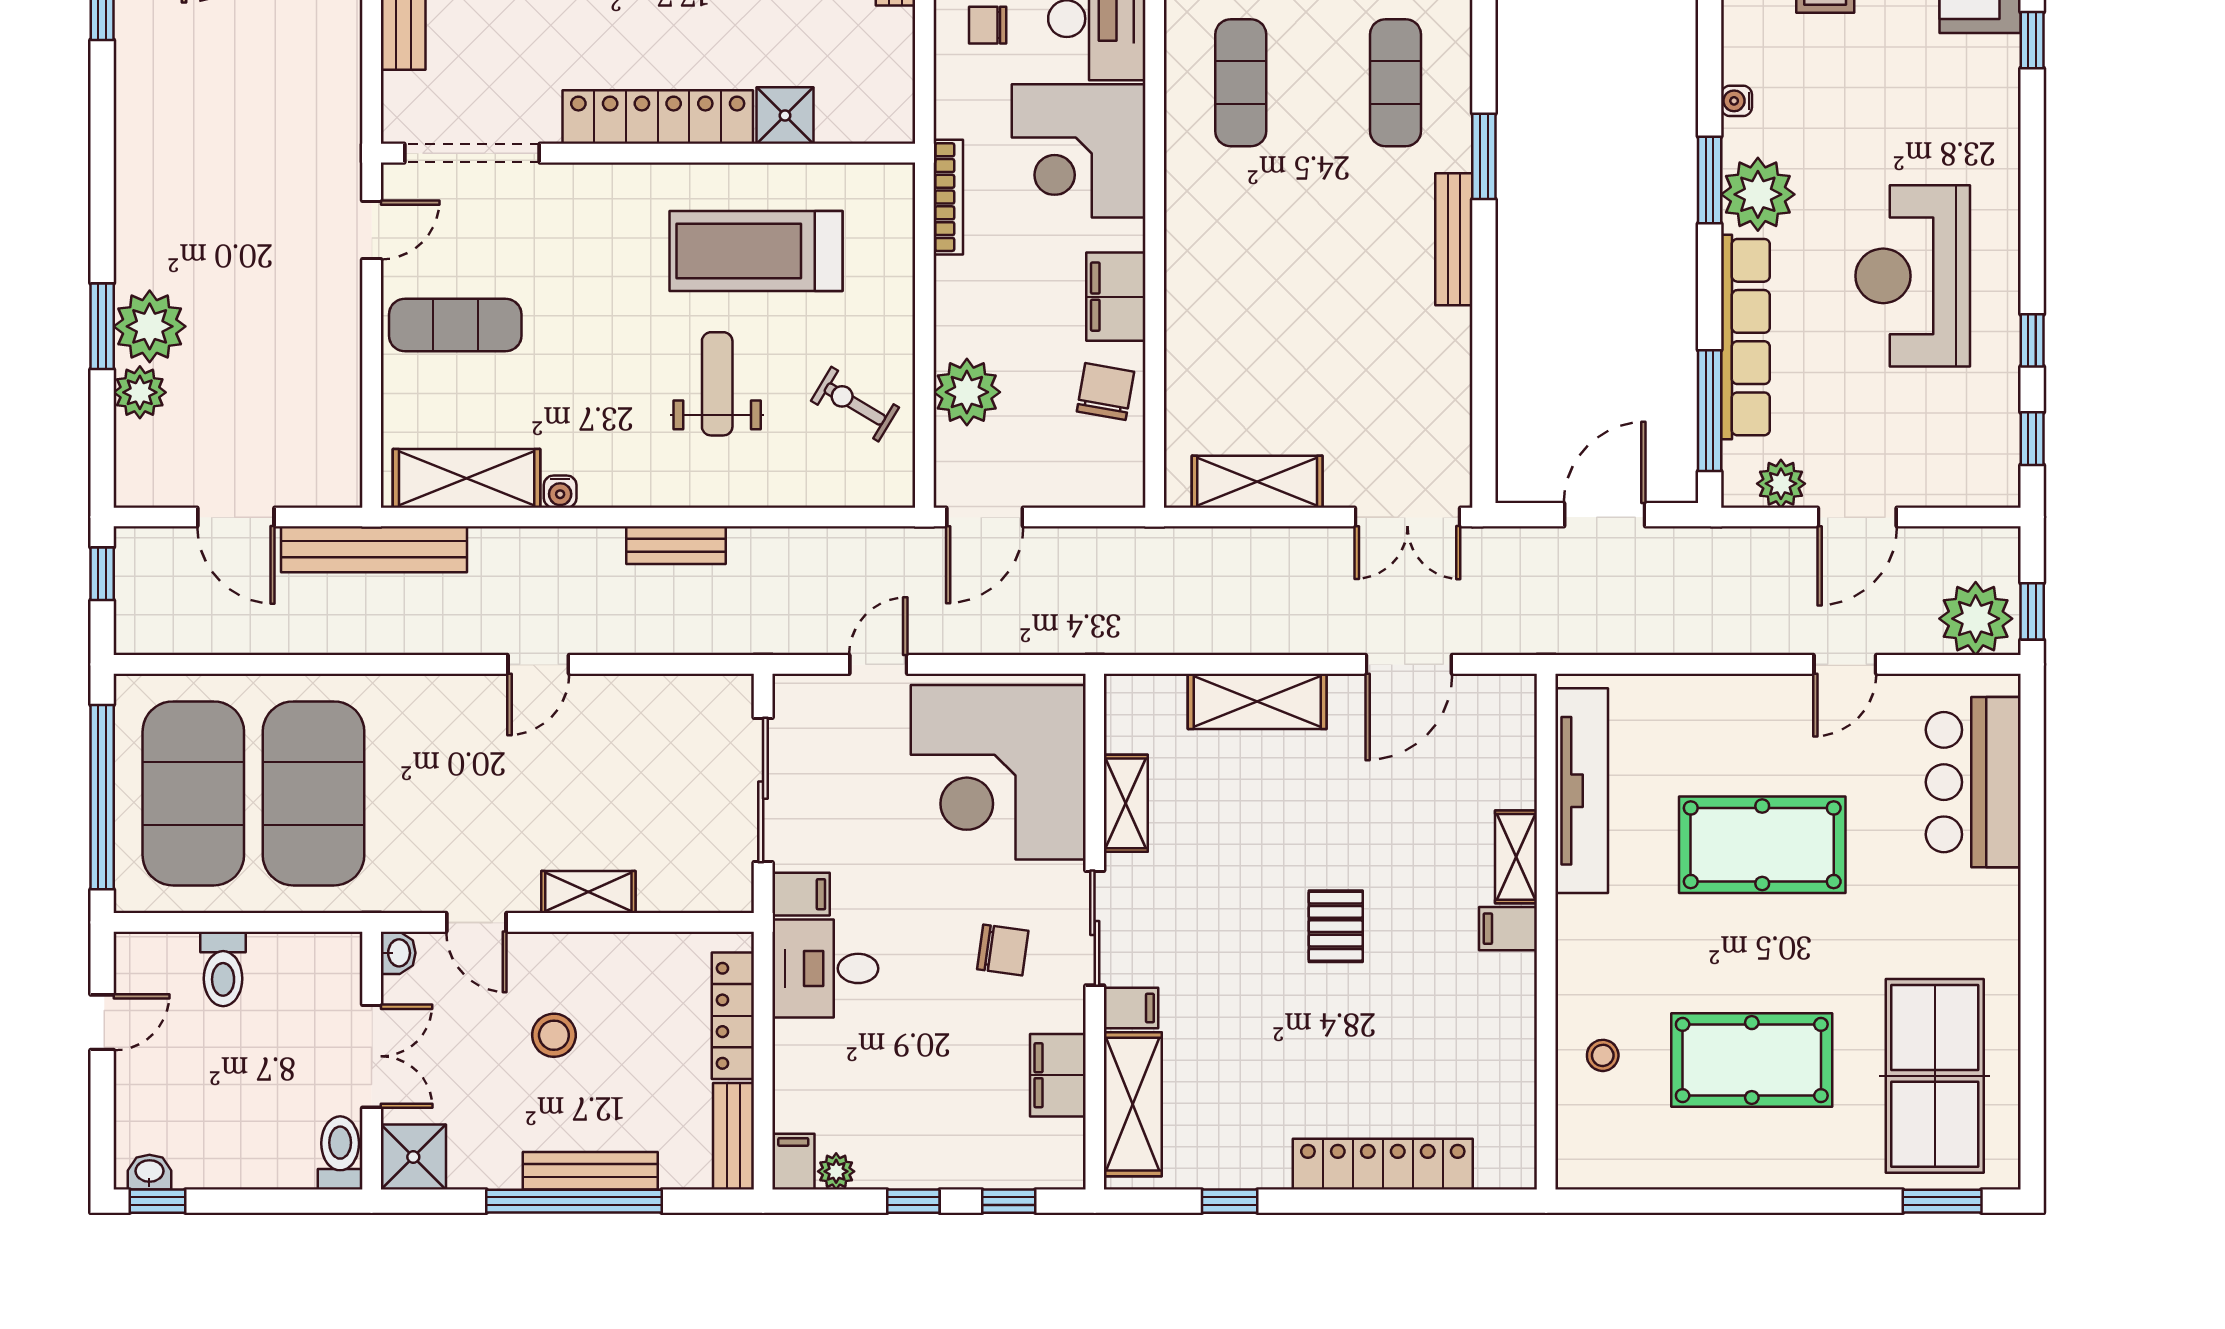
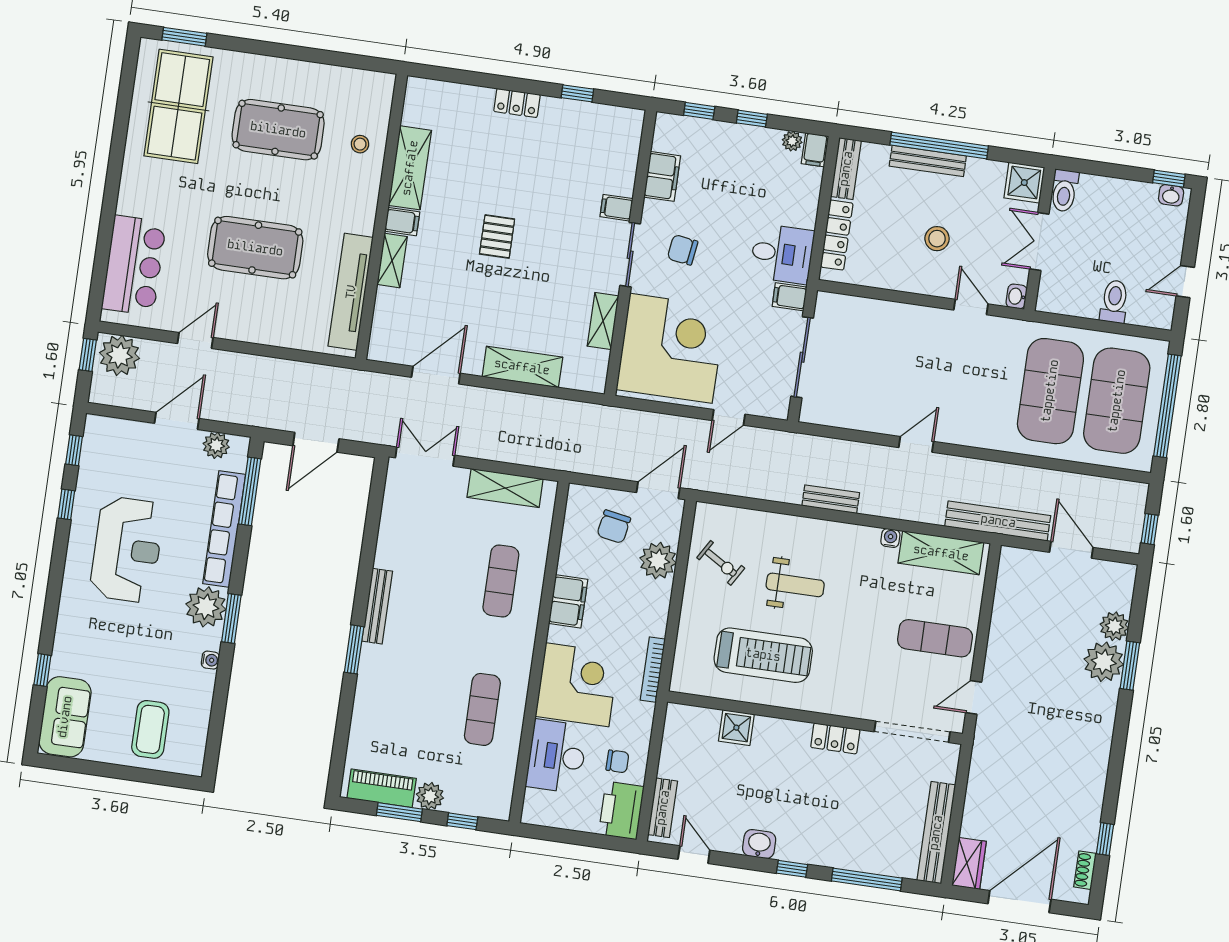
exercise mat: (1396, 83) -> (501, 581), moved
locker: (658, 117) -> (835, 738), width x0.46, depth x0.83
weight bench: (717, 384) -> (795, 585), turned -90
chair: (1105, 392) -> (614, 527), moved
shelving: (588, 892) -> (907, 315), removed
shelving: (1133, 1104) -> (410, 168), moved
locker: (1383, 1164) -> (517, 103), width x0.46, depth x0.83

